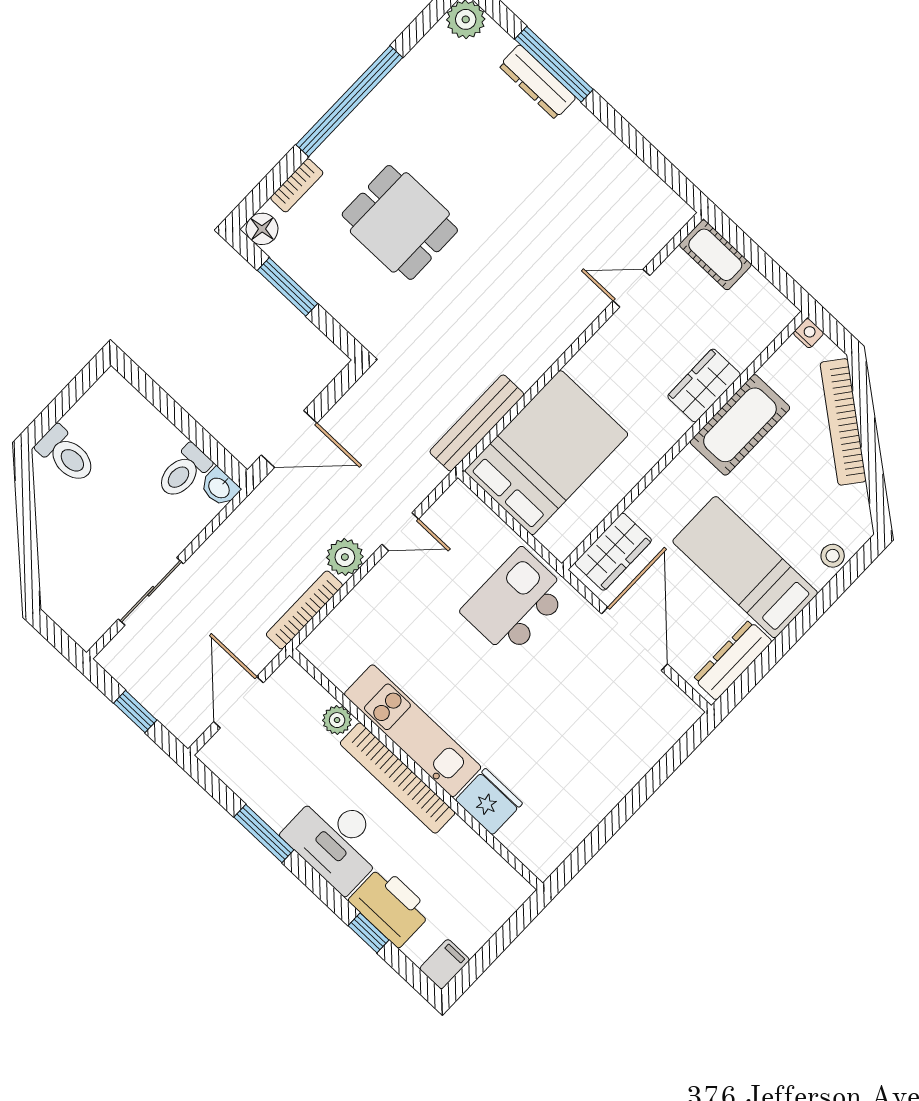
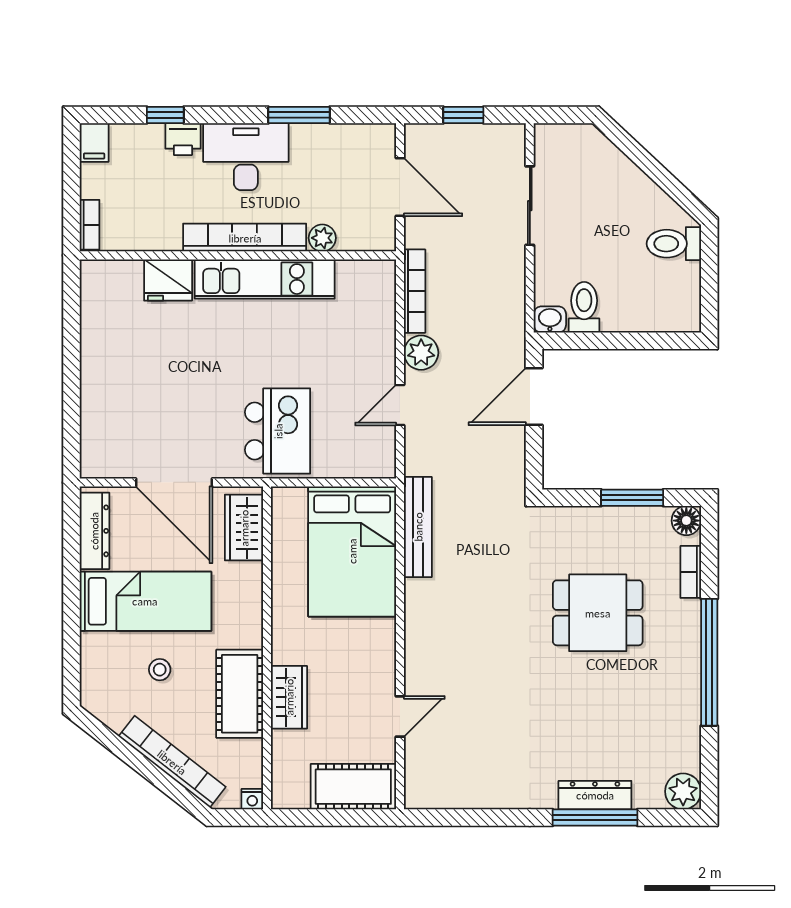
cot: (715, 255) -> (353, 787), width x1.37, depth x1.34
stool: (833, 556) -> (160, 670), moved
bookcase: (509, 903) -> (89, 225), added
printer: (390, 906) -> (183, 139), width x0.53, depth x0.68

